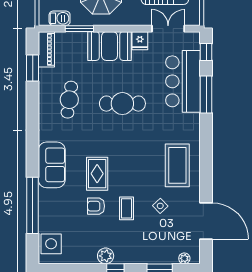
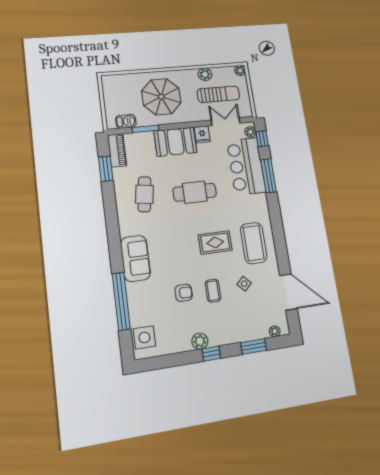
plant: (194, 43) -> (250, 132), added
rug: (97, 174) -> (215, 242), moved, turned 90
armchair: (96, 206) -> (184, 293), turned 180

